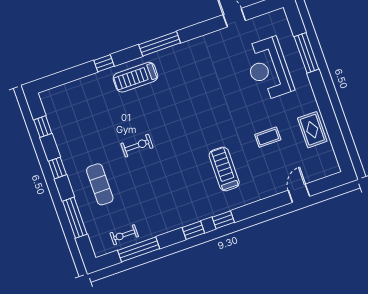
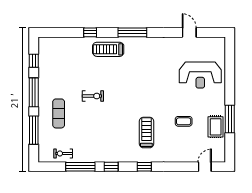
window: (306, 53) -> (230, 119), moved
reception desk: (268, 69) -> (200, 75), turned -90
window: (57, 168) -> (34, 92), width x2.17
door: (299, 193) -> (205, 167), moved
window: (223, 220) -> (144, 167), moved
window: (139, 249) -> (80, 167), moved

